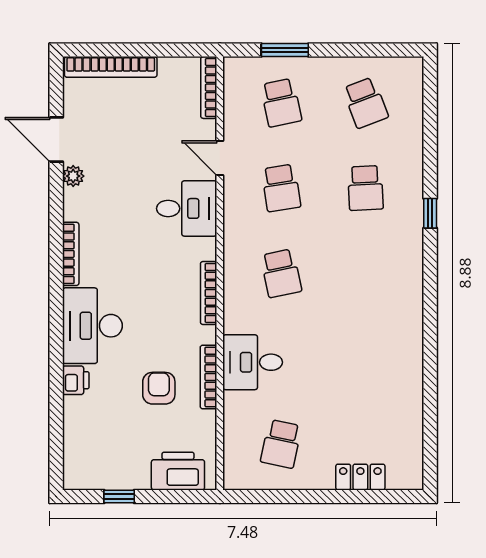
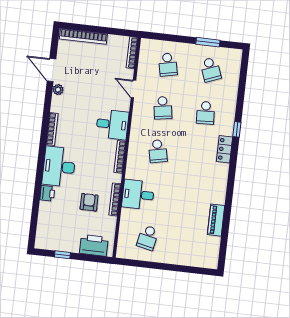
window: (285, 50) -> (208, 42), moved
desk: (187, 208) -> (112, 124), moved
piano: (410, 394) -> (216, 220), added
locker: (360, 477) -> (225, 149), moved, turned -90

